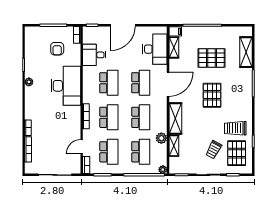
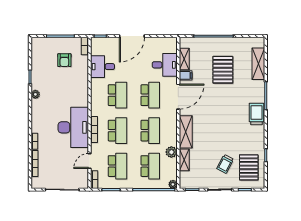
filing cabinet: (175, 31) -> (186, 75), moved
desk: (155, 49) -> (165, 65), width x0.73
pallet: (211, 58) -> (223, 70), turned 90
desk: (66, 86) -> (73, 127), moved
pallet: (212, 95) -> (223, 108), removed
trolley: (235, 128) -> (256, 114), moved, turned 90

